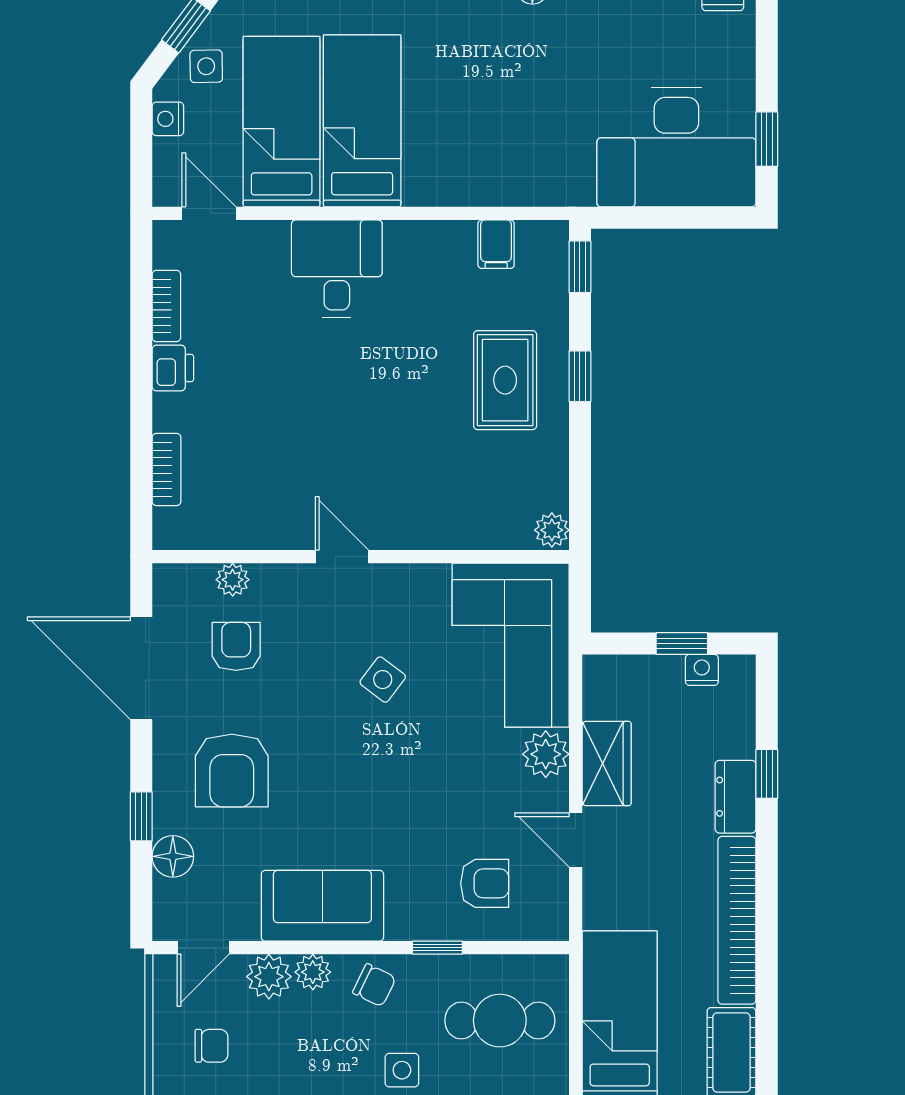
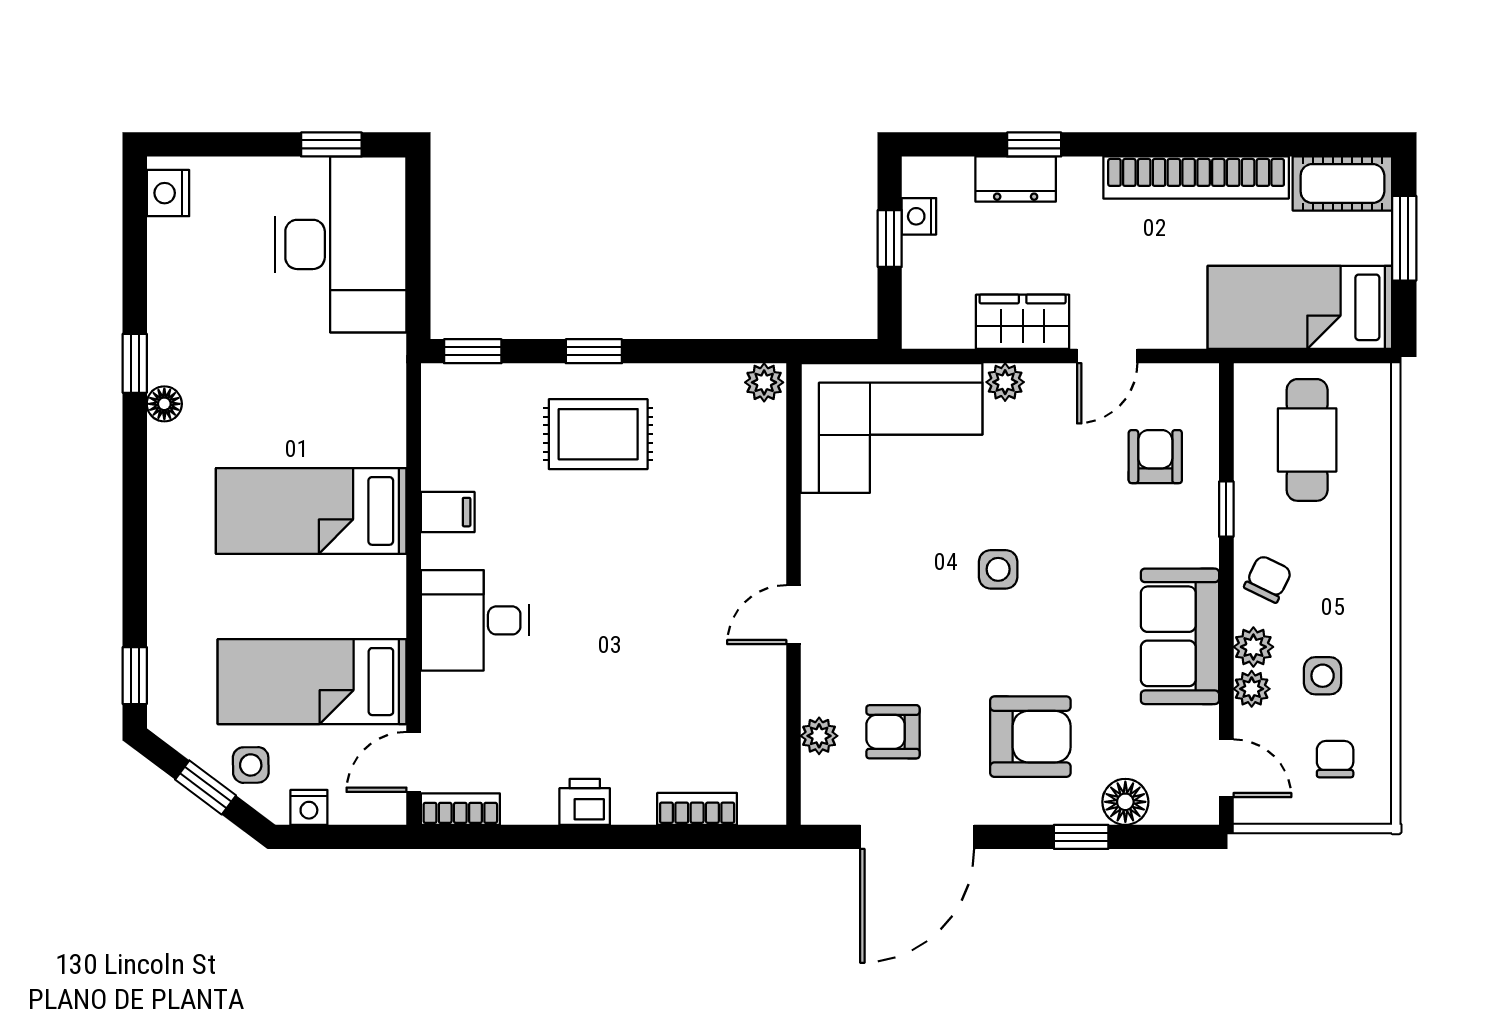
bed: (362, 121) -> (311, 511), moved
filing cabinet: (496, 244) -> (448, 512), moved
bookcase: (166, 306) -> (460, 809), moved
side table: (383, 680) -> (998, 569), moved, turned -37
plant: (546, 754) -> (1005, 382), width x0.73, depth x0.73
dresser: (735, 797) -> (1016, 179), moved
plant: (269, 977) -> (1252, 689), width x0.73, depth x0.73
side table: (402, 1070) -> (1323, 676), moved

